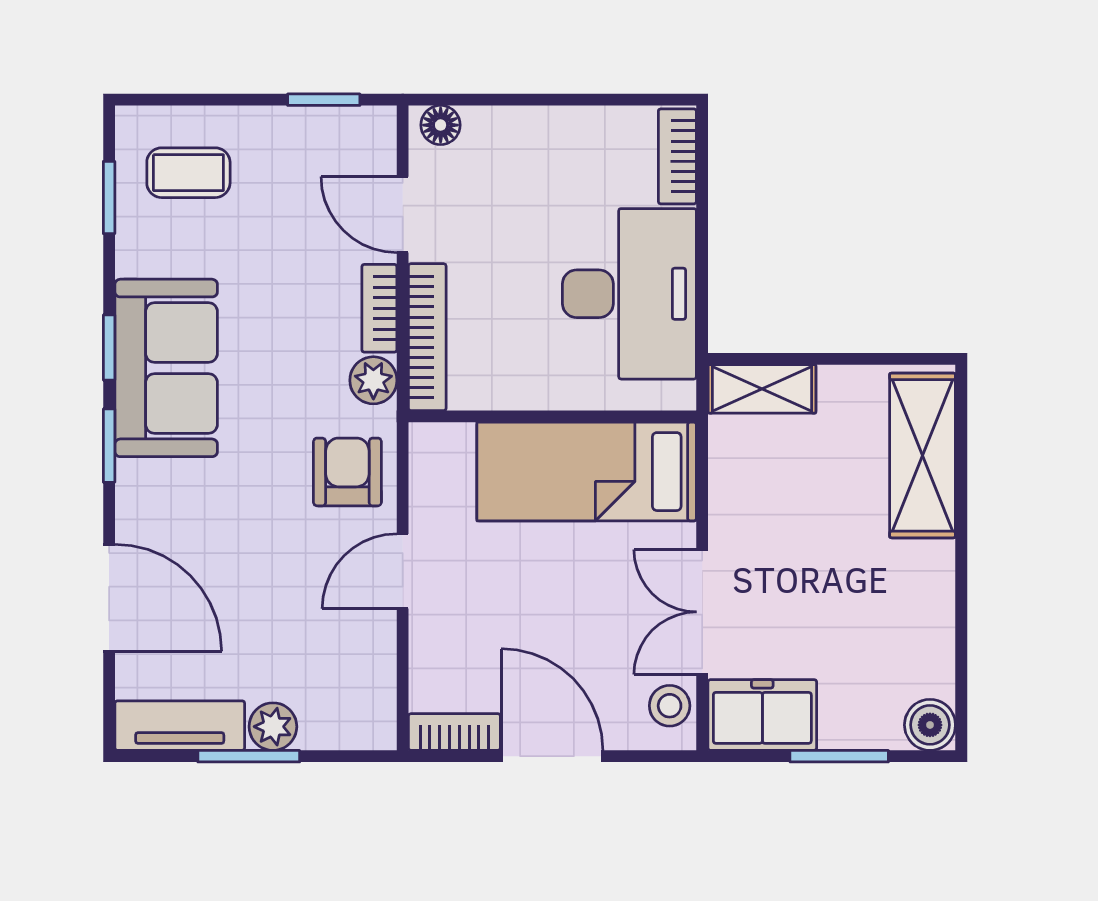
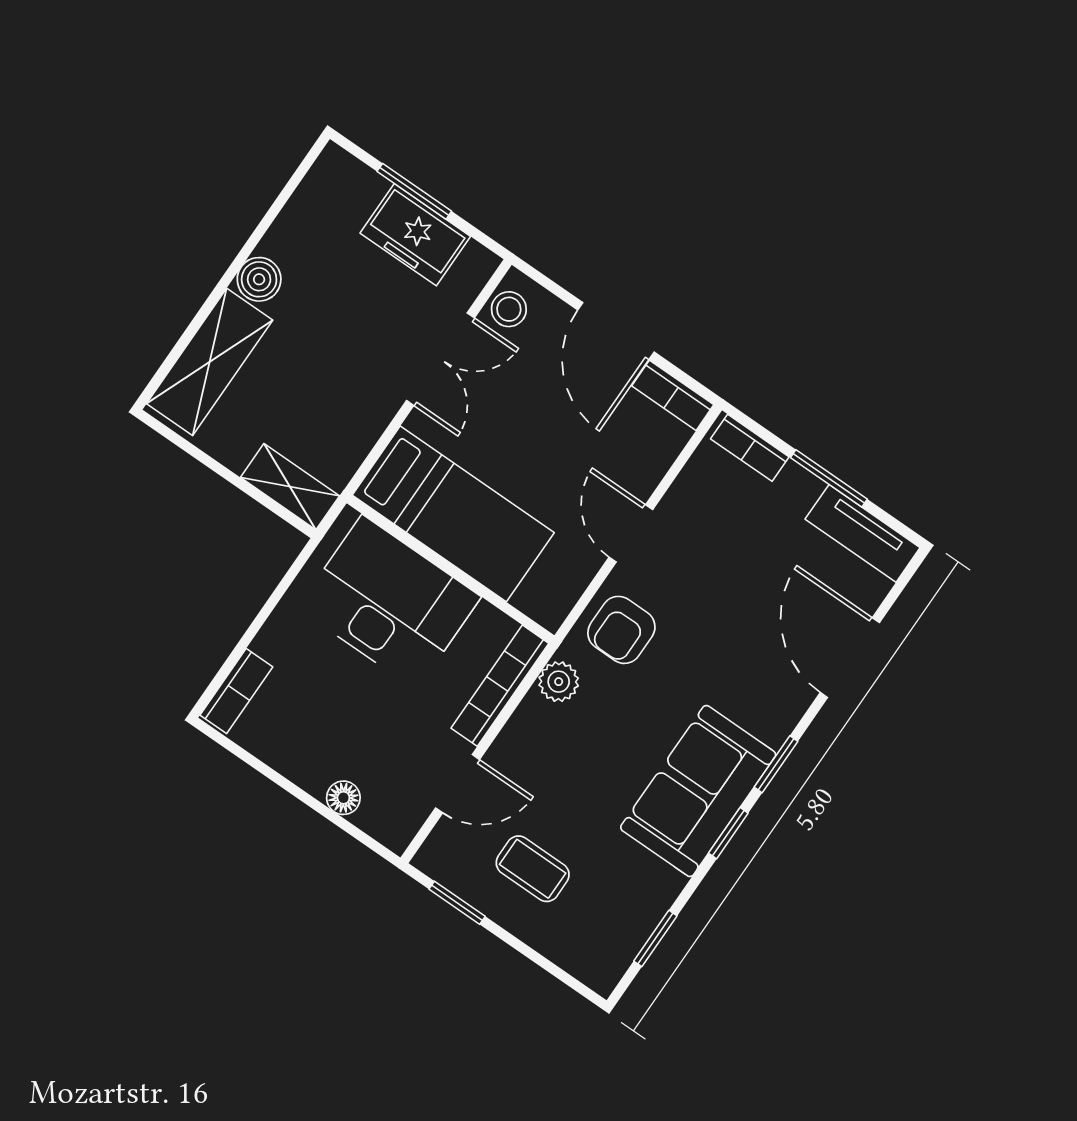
floor lamp: (441, 125) -> (343, 798), moved
coffee table: (188, 173) -> (533, 869), moved
door: (403, 215) -> (457, 784), hinge flipped
desk: (629, 294) -> (389, 602), moved, turned 90
bookcase: (379, 308) -> (750, 448), moved, turned 90
door: (403, 571) -> (631, 533), swing flipped
freezer: (762, 715) -> (415, 235), moved
boiler: (930, 725) -> (259, 279), moved
plant: (273, 727) -> (797, 487), removed

